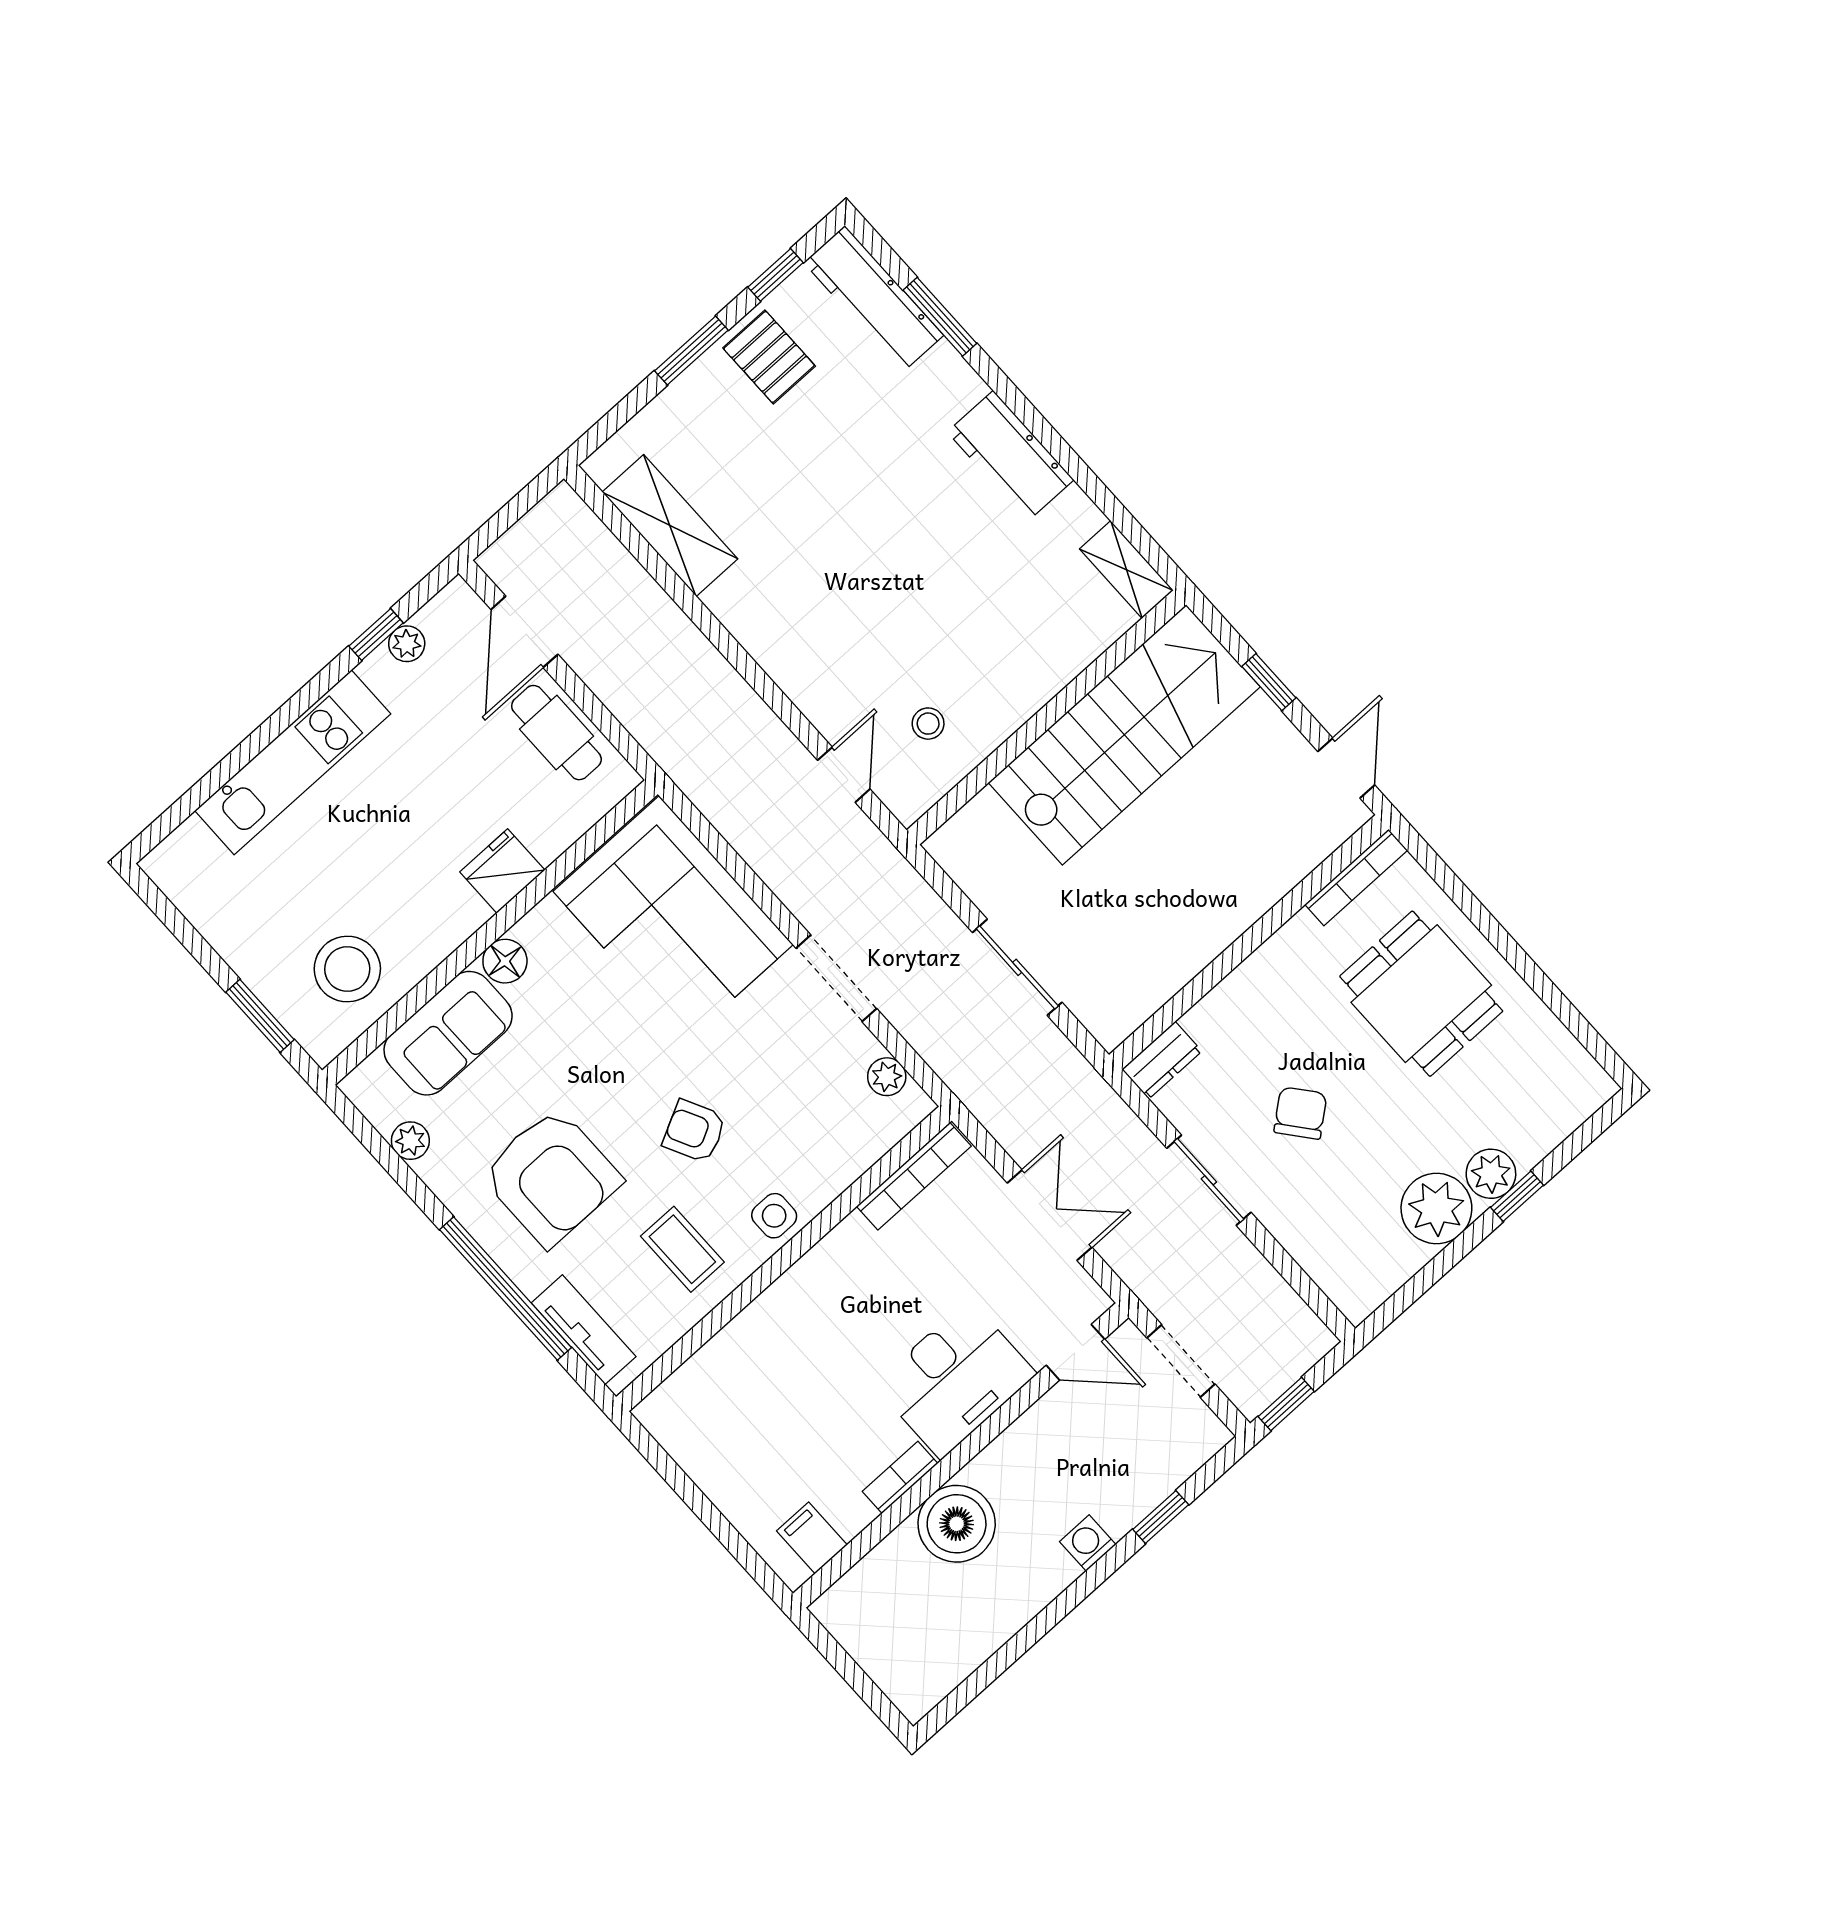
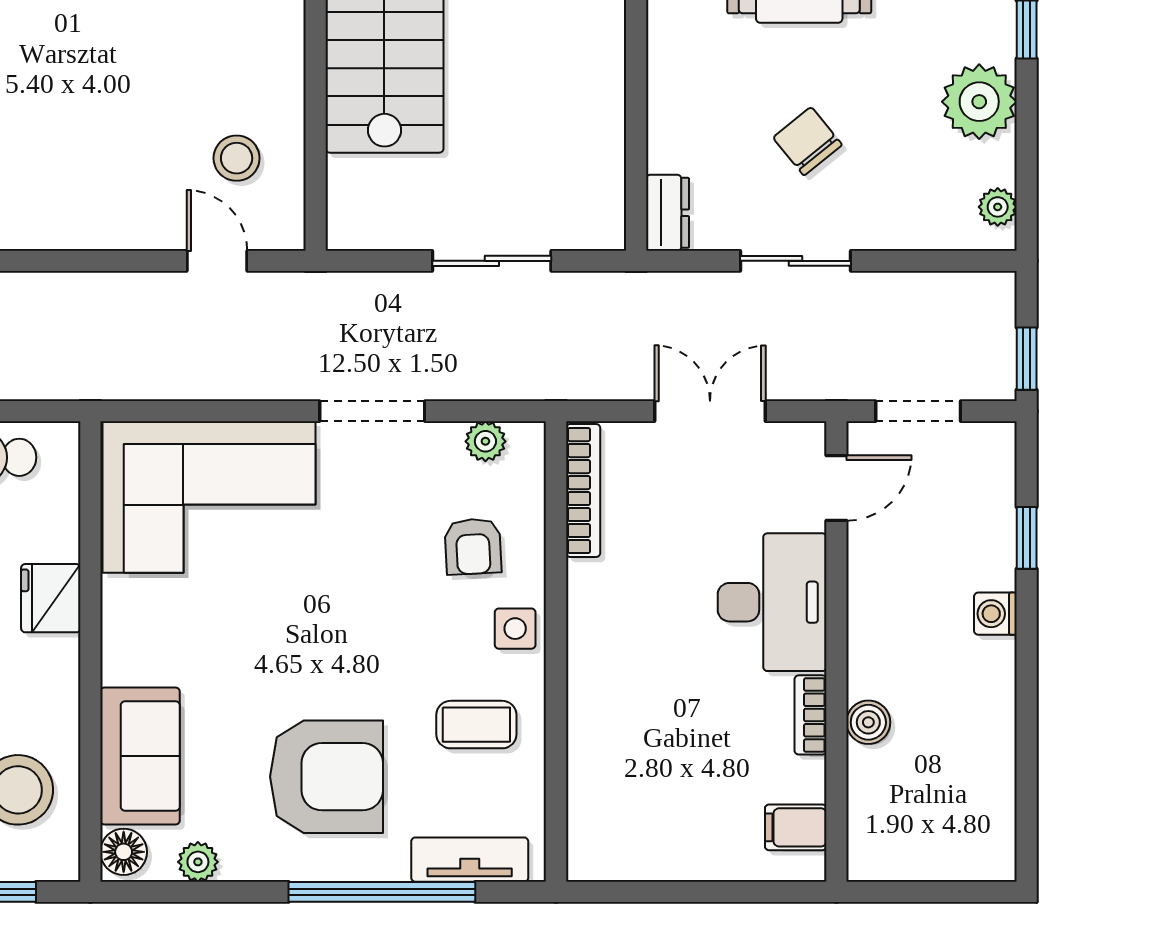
stool: (928, 724) -> (237, 158), width x1.37, depth x1.37
floor lamp: (505, 961) -> (124, 852), moved
armchair: (694, 1131) -> (473, 546), moved, turned -66
plant: (1491, 1174) -> (998, 207), moved, width x0.73, depth x0.73
boiler: (957, 1524) -> (868, 722), width x0.54, depth x0.54

